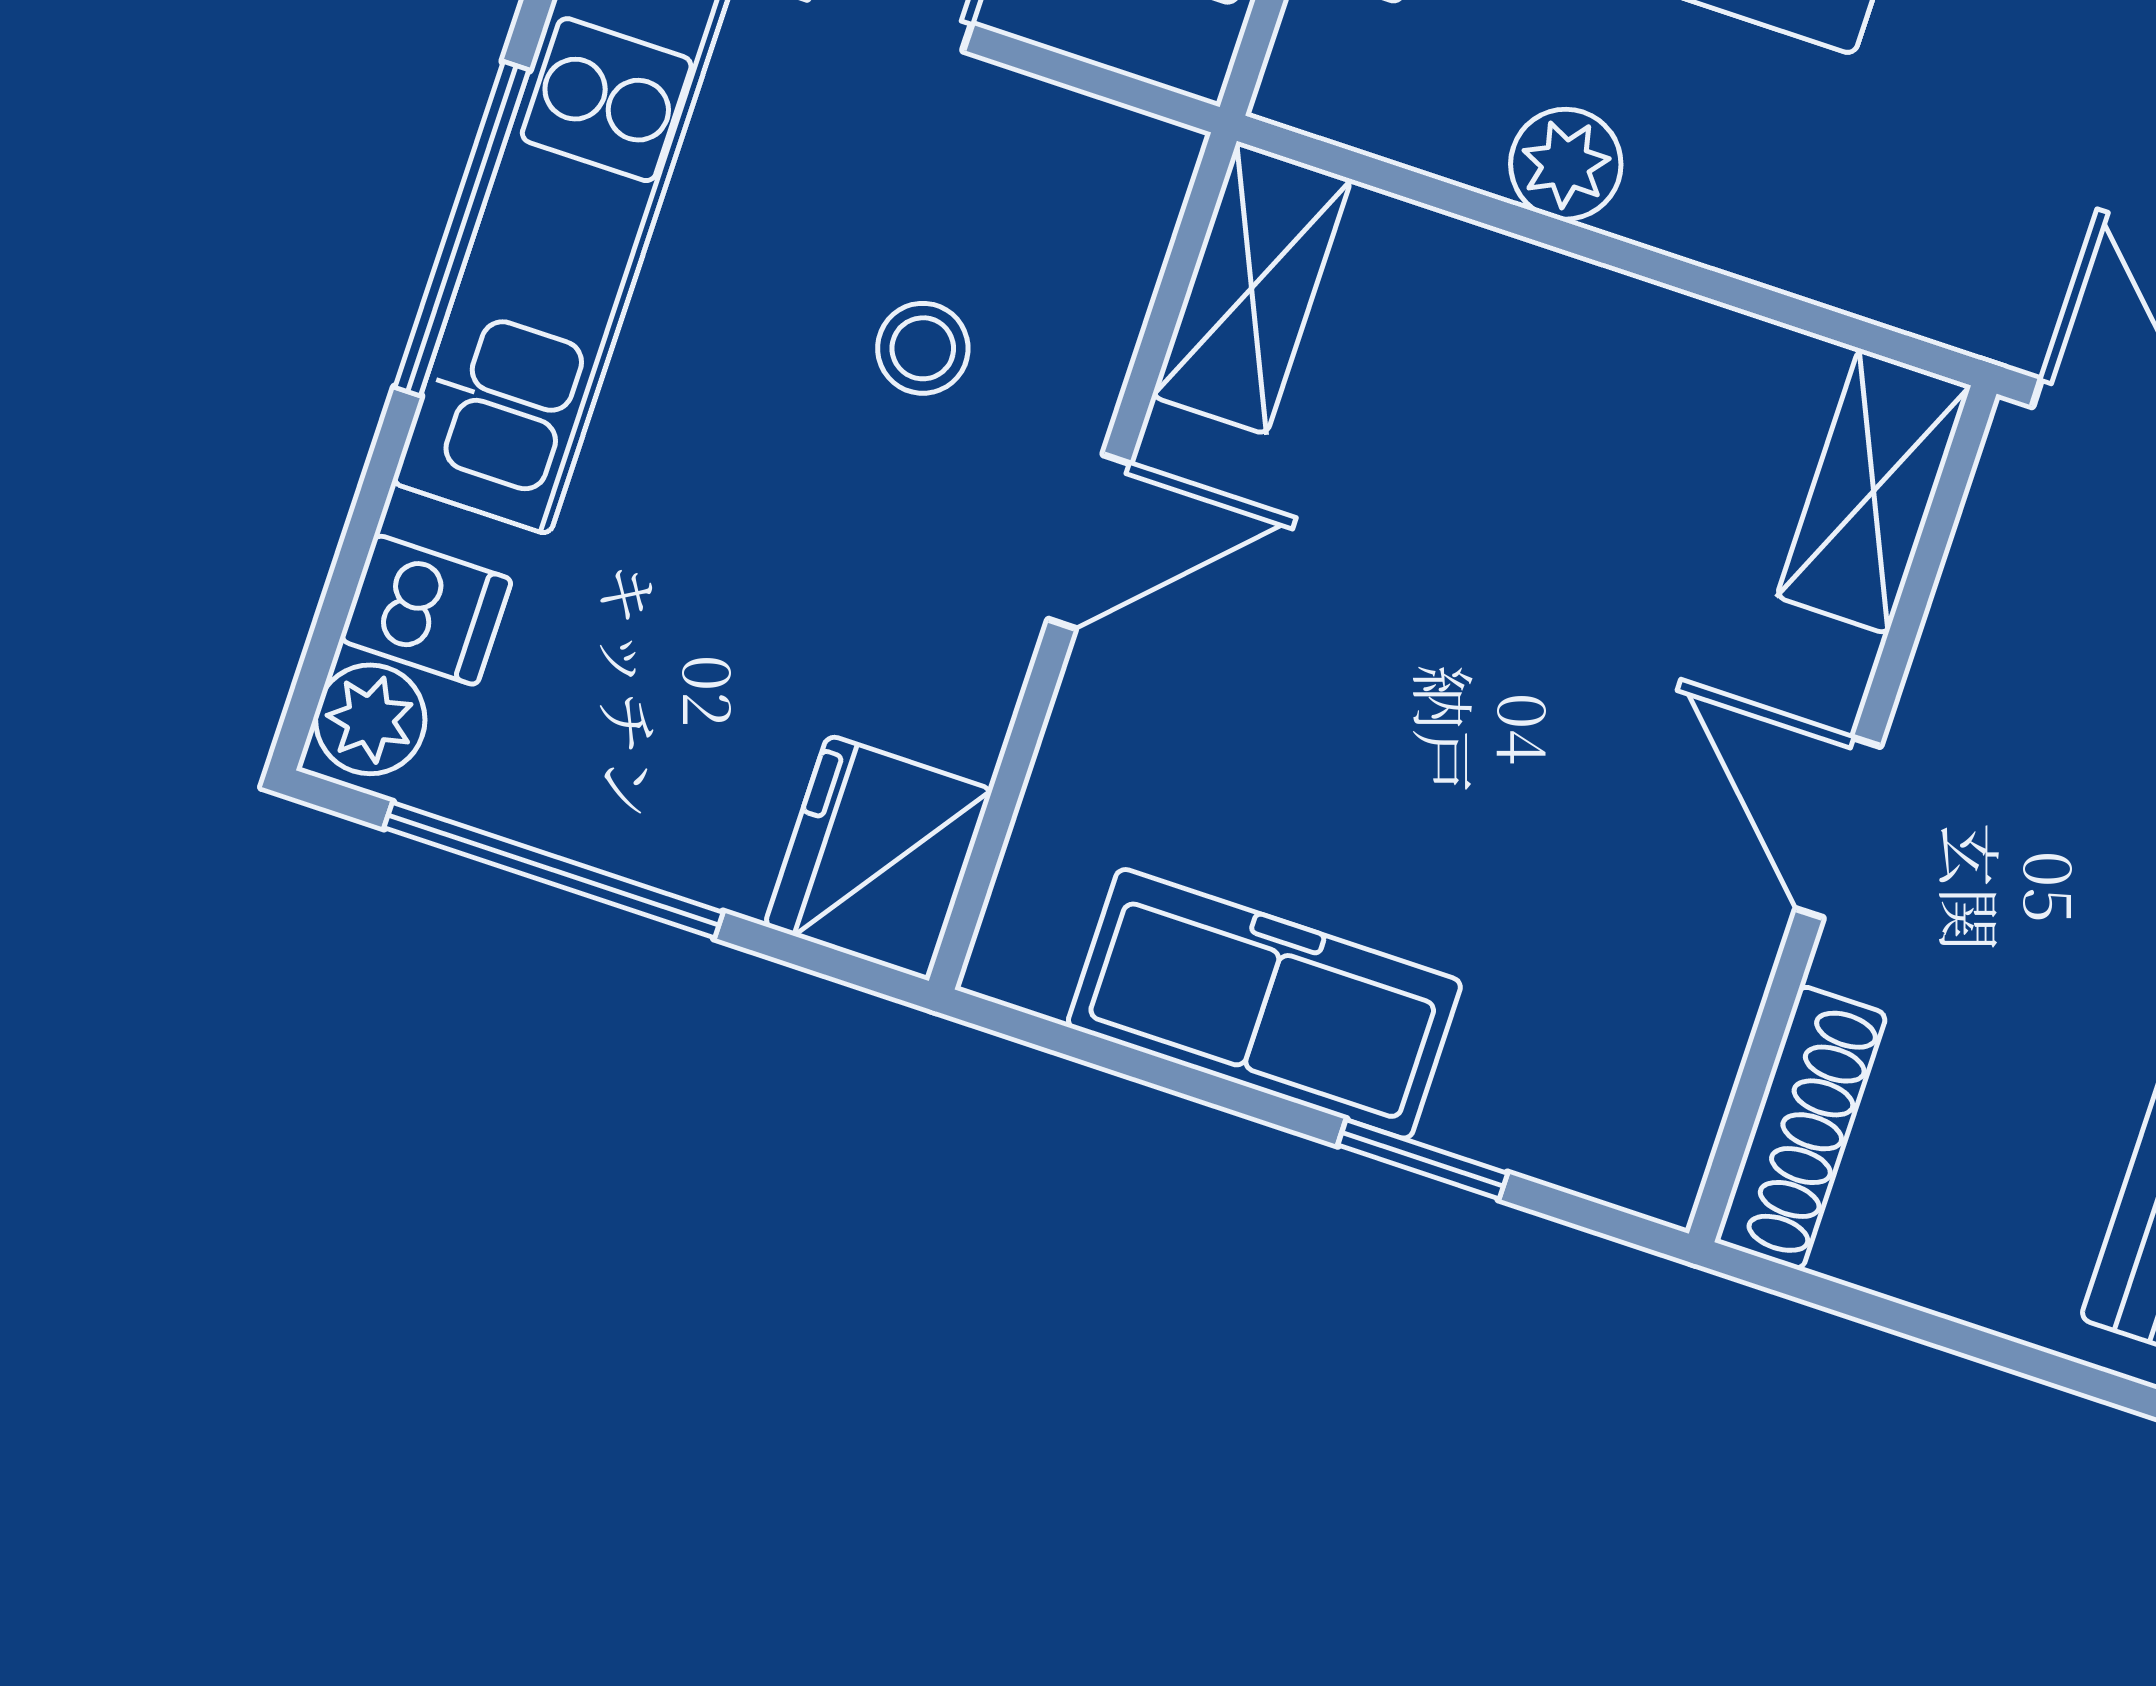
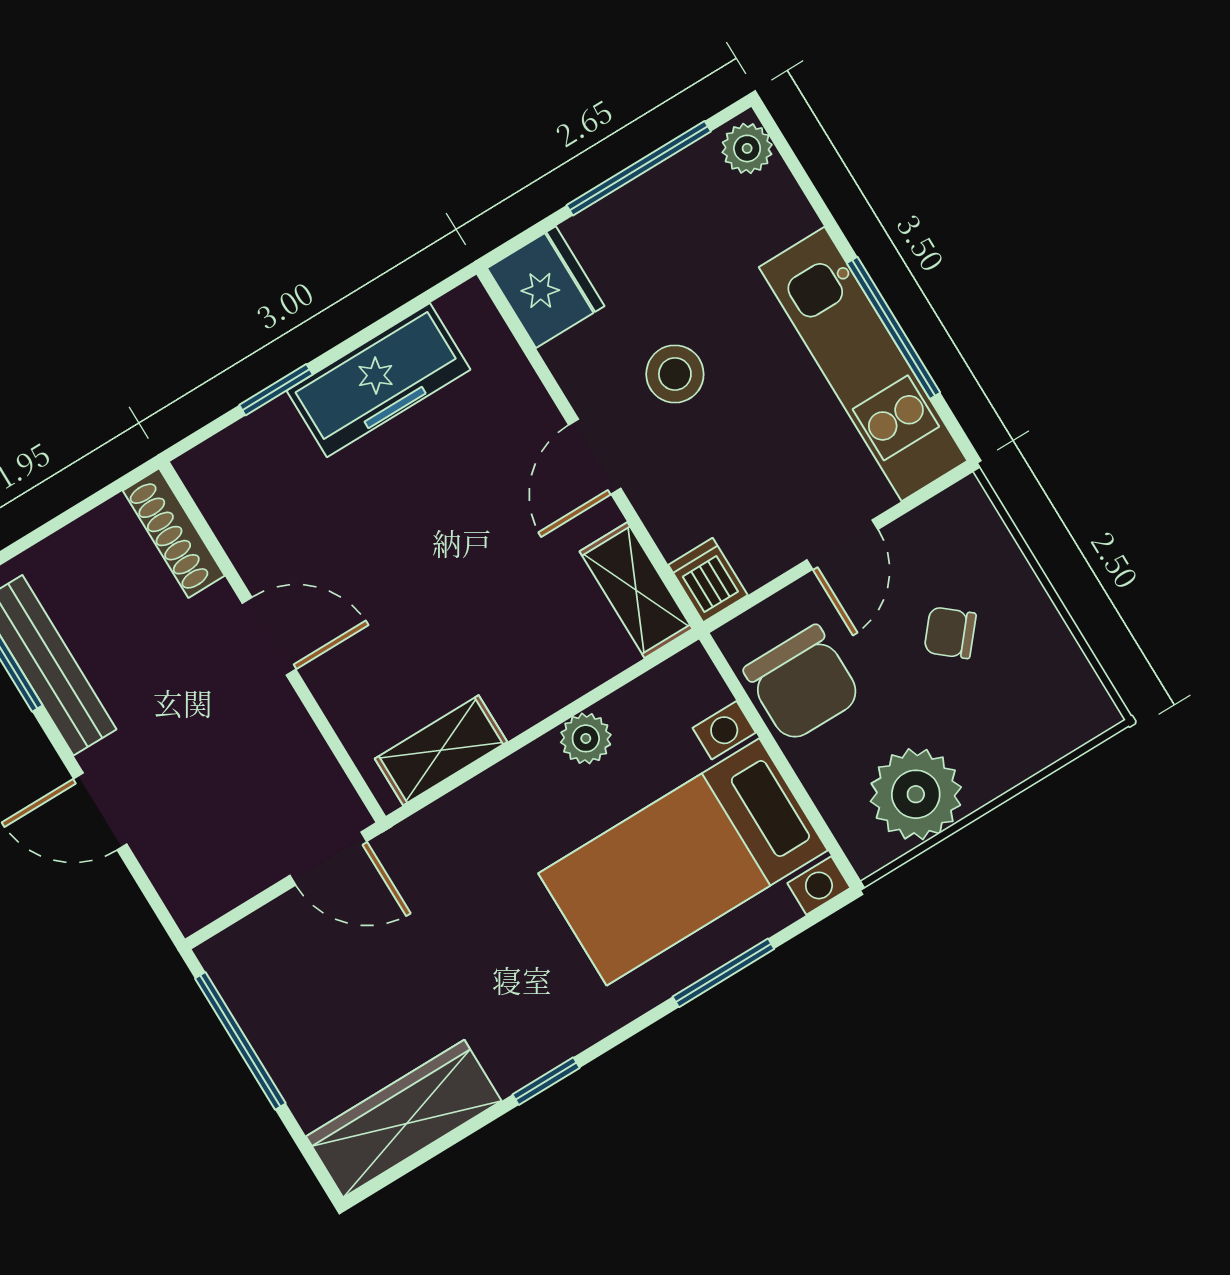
stool: (923, 348) -> (675, 374), moved, width x1.37, depth x1.37
shelving: (1874, 491) -> (441, 750), moved, turned 90
dishwasher: (426, 610) -> (708, 580), moved, turned 90

